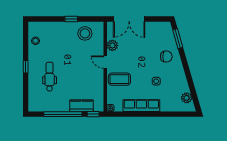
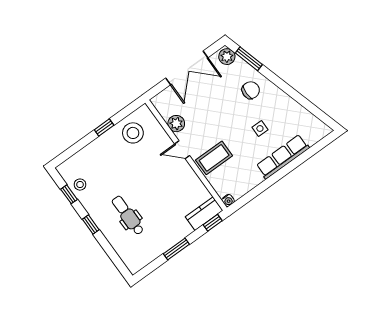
double door: (129, 19) -> (187, 68), moved
window: (26, 42) -> (69, 194), added
plant: (187, 98) -> (227, 57), moved
kitchen counter: (81, 106) -> (204, 214), moved
row of seats: (141, 106) -> (283, 157), moved
window: (63, 114) -> (176, 249), width x0.47

